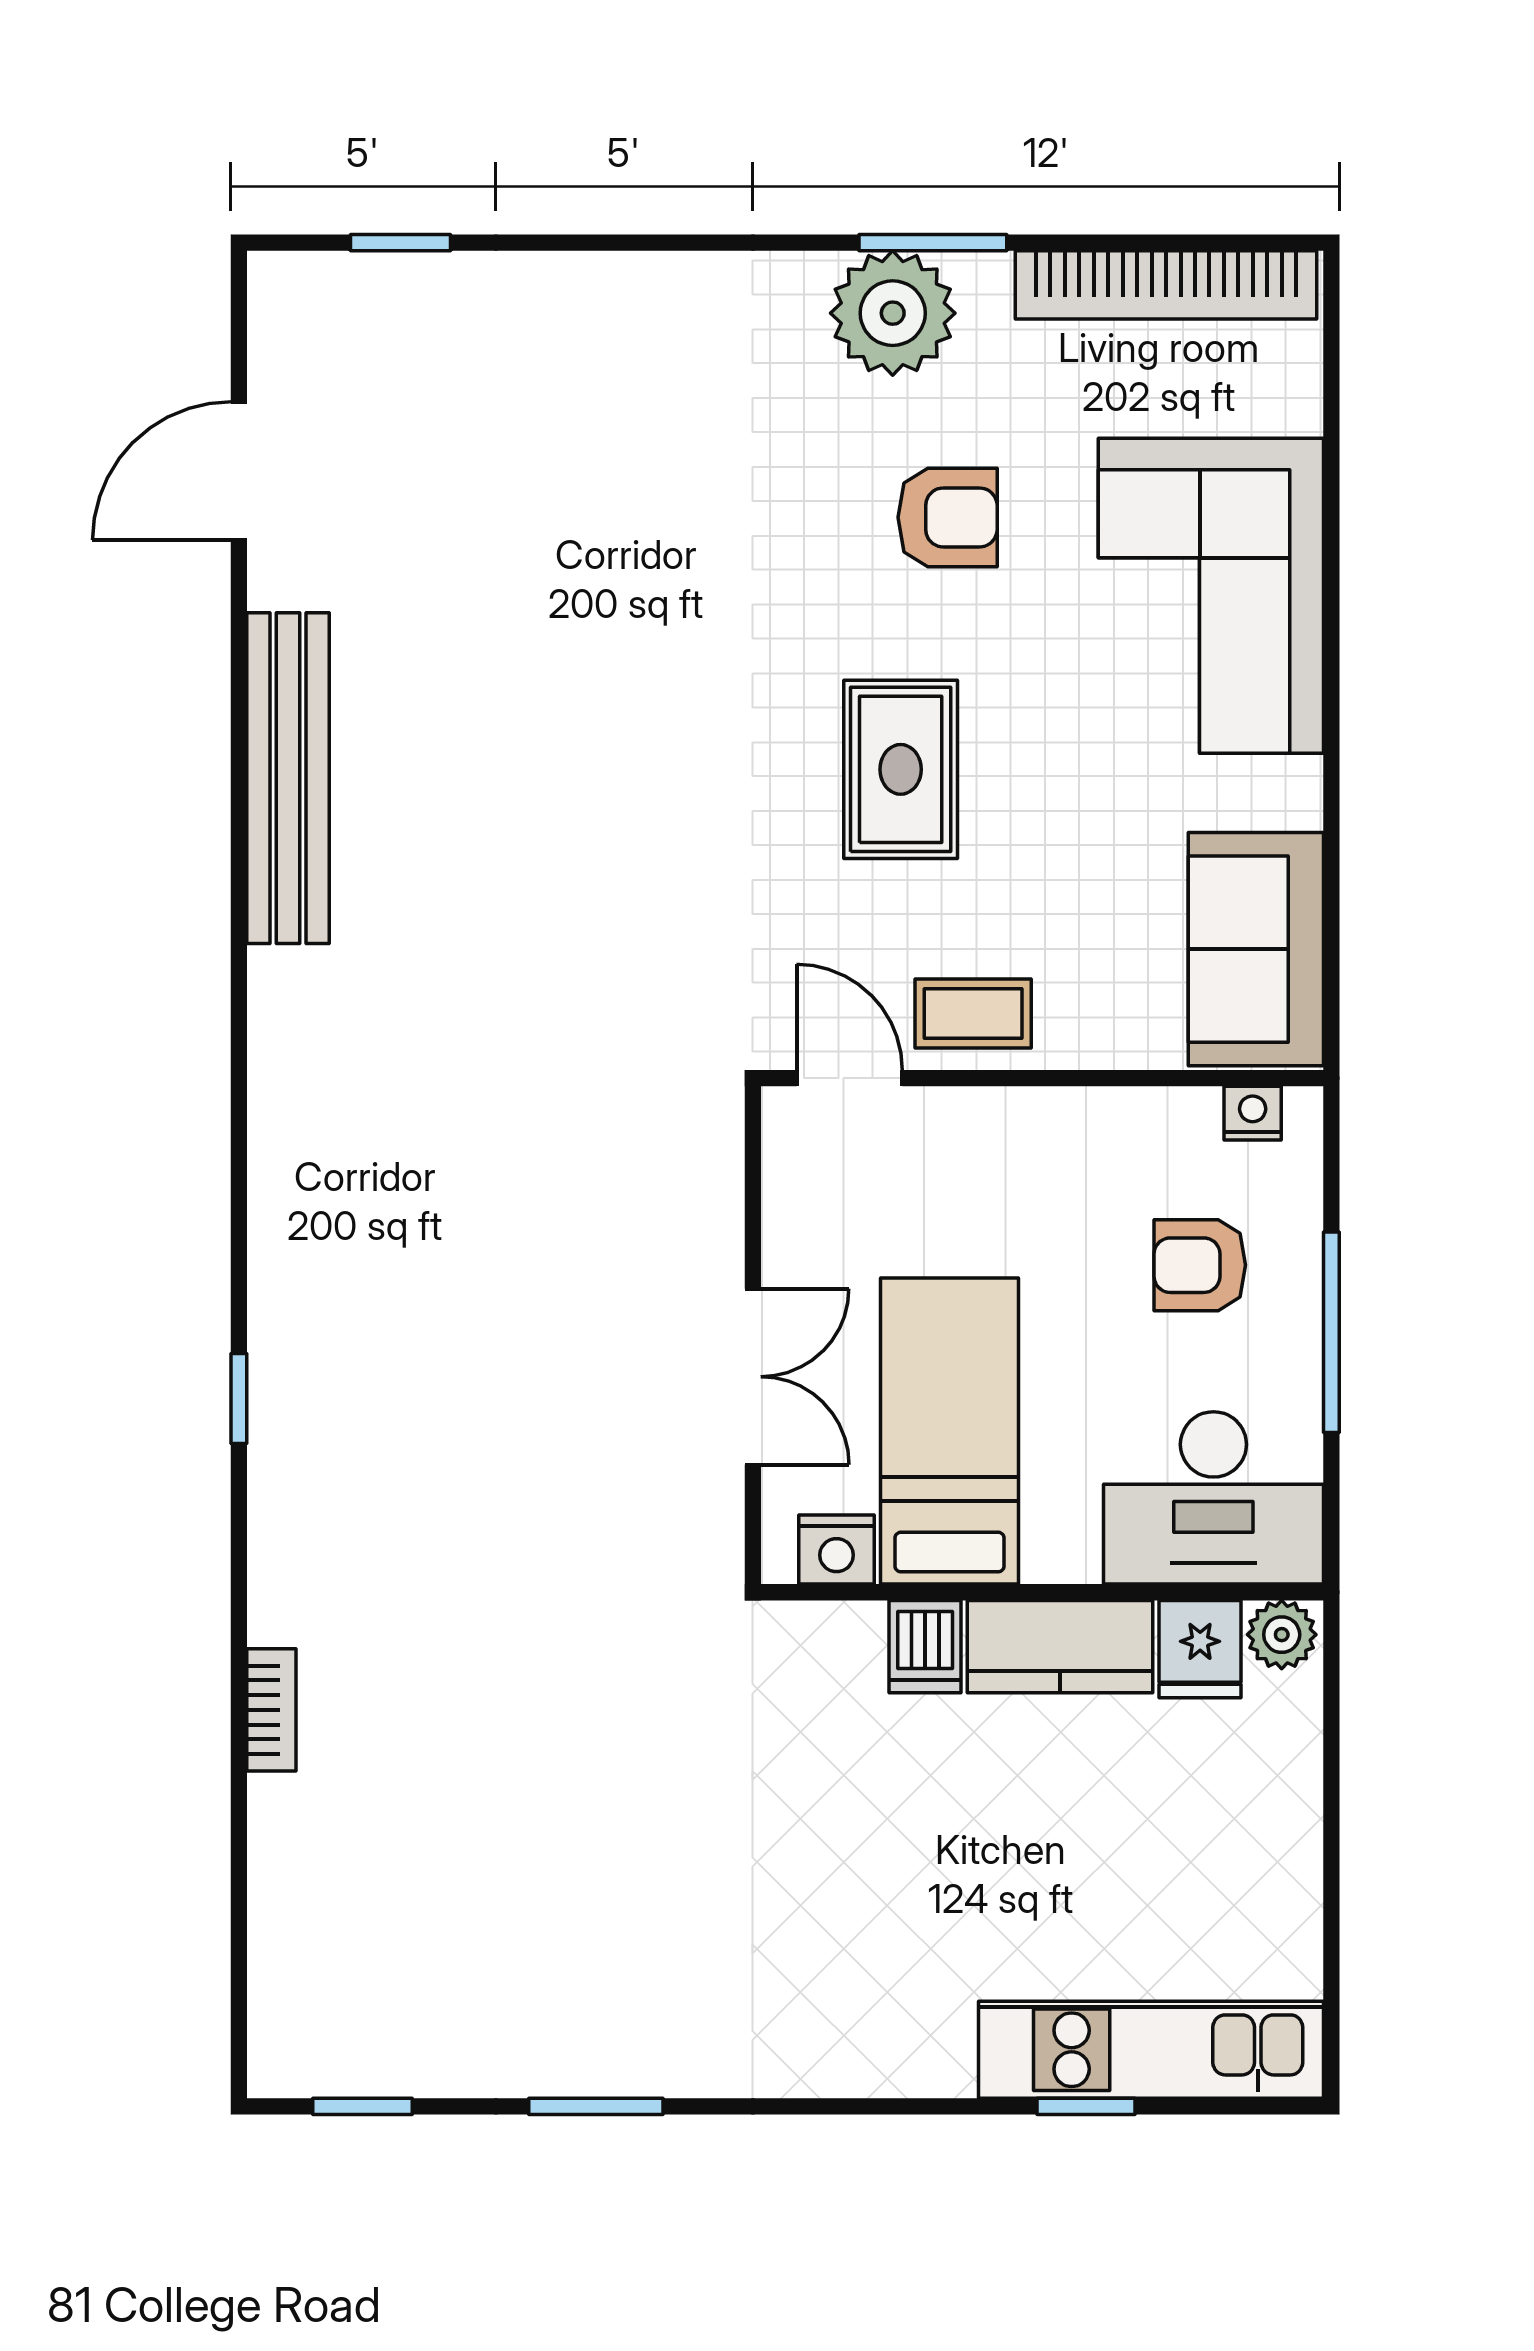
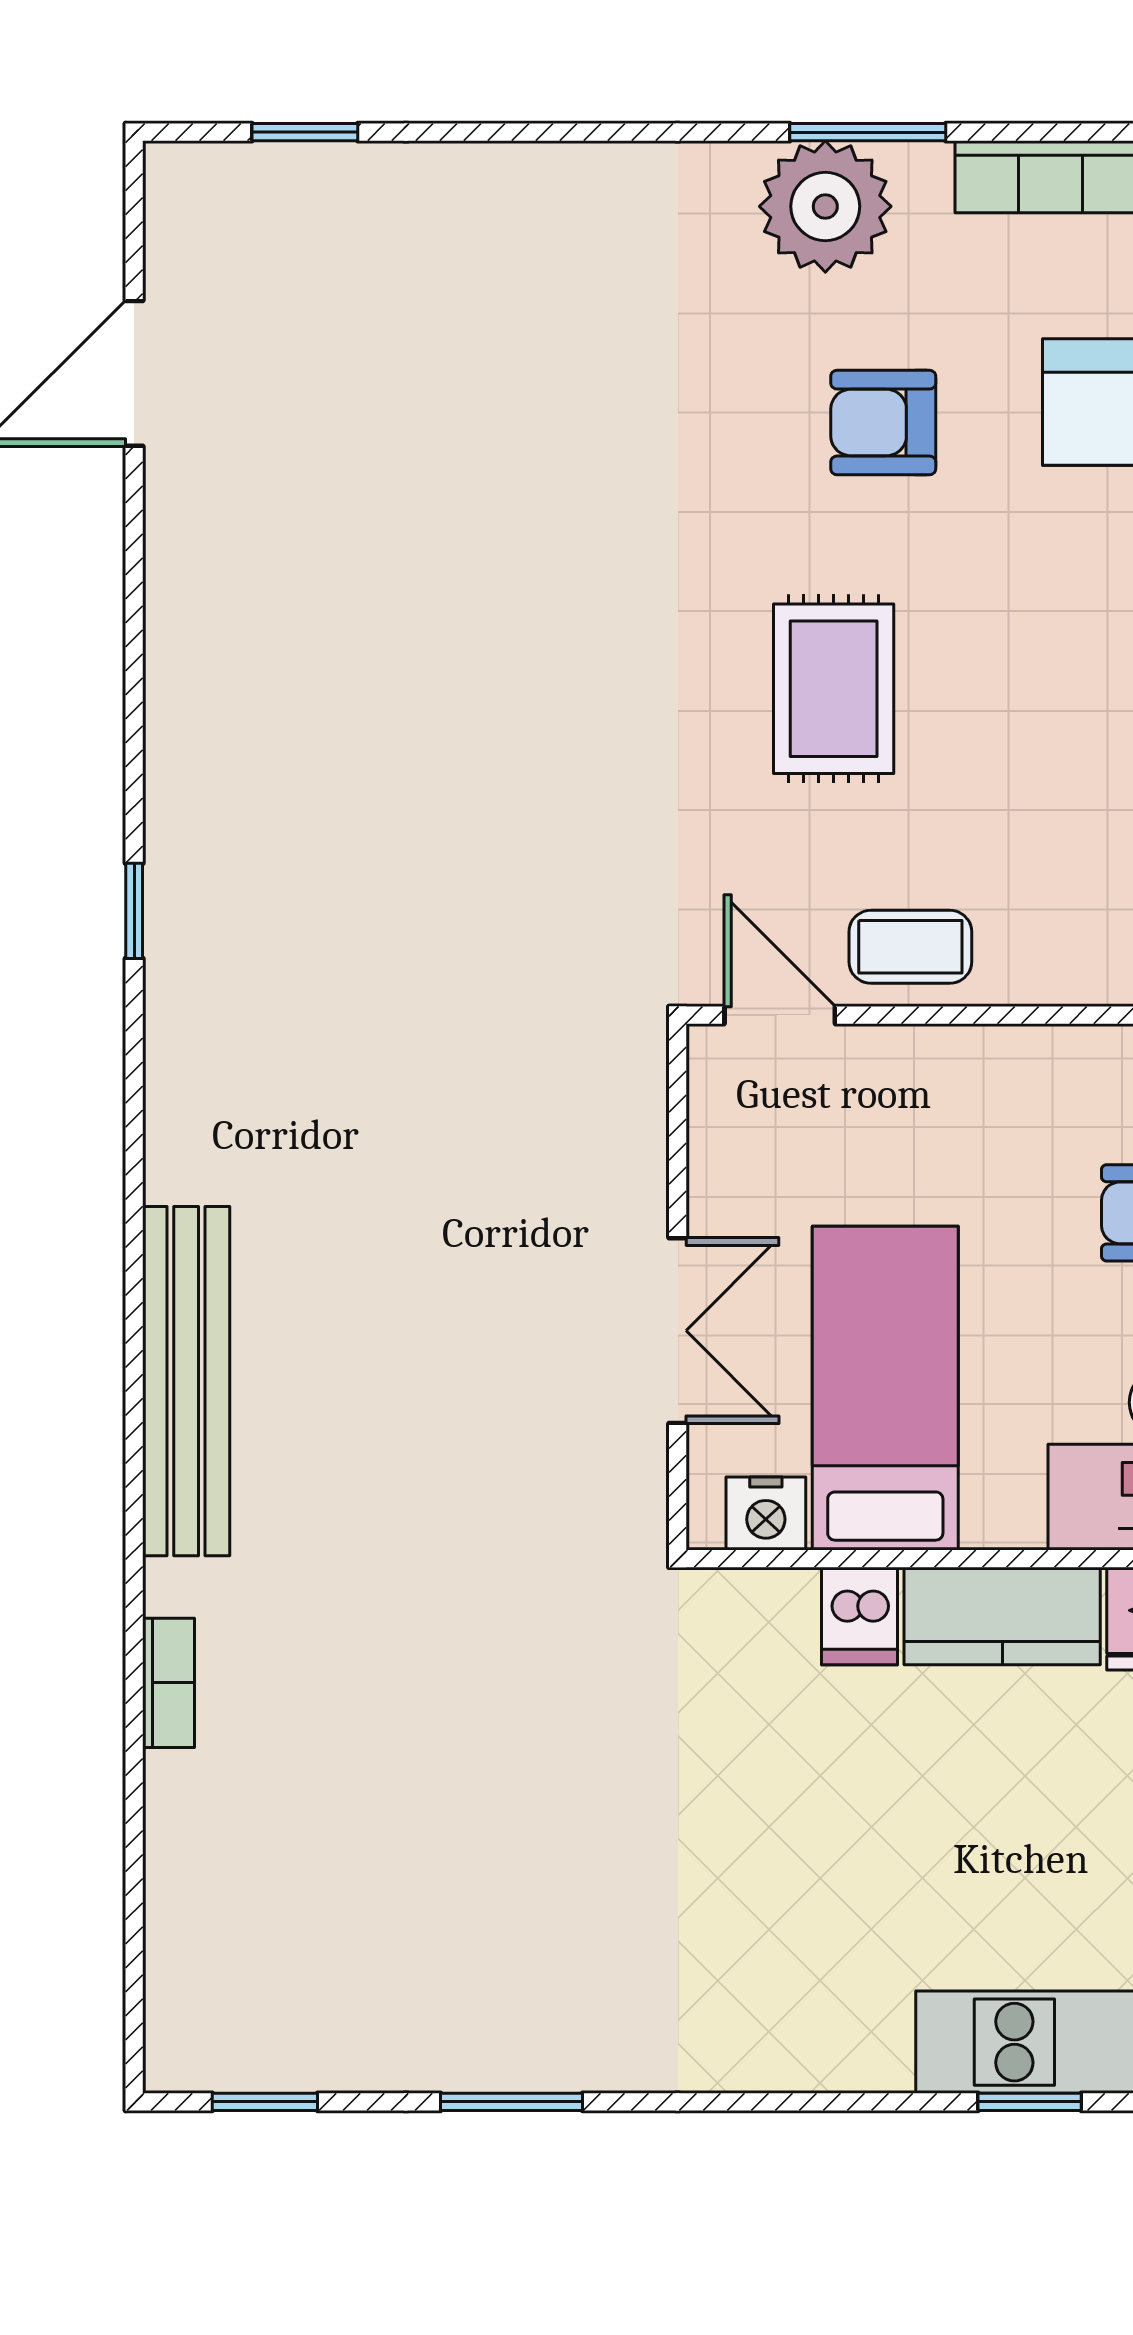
armchair: (948, 517) -> (883, 423), turned 180
bench: (288, 778) -> (186, 1381), moved
window: (239, 1399) -> (134, 911), moved

